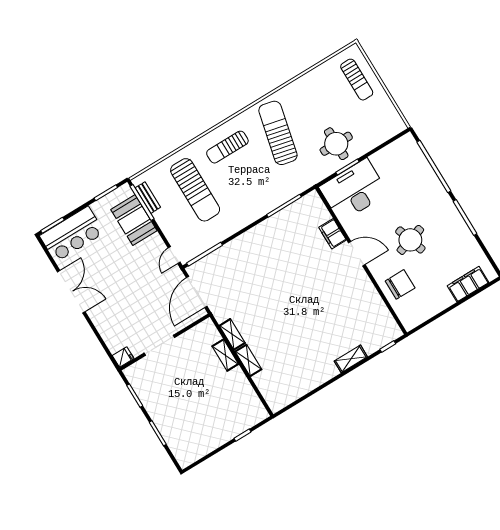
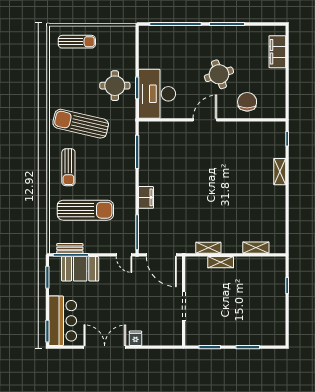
filing cabinet: (333, 234) -> (146, 197), moved, turned -90
fridge: (123, 357) -> (135, 338), moved
shelving: (248, 360) -> (256, 248), moved

